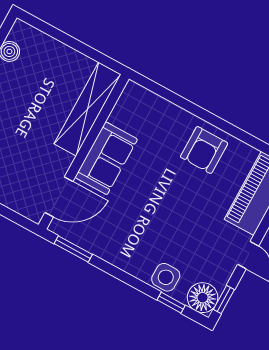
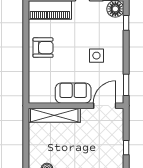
door: (59, 197) -> (105, 106), hinge flipped
side table: (166, 277) -> (96, 56), moved

